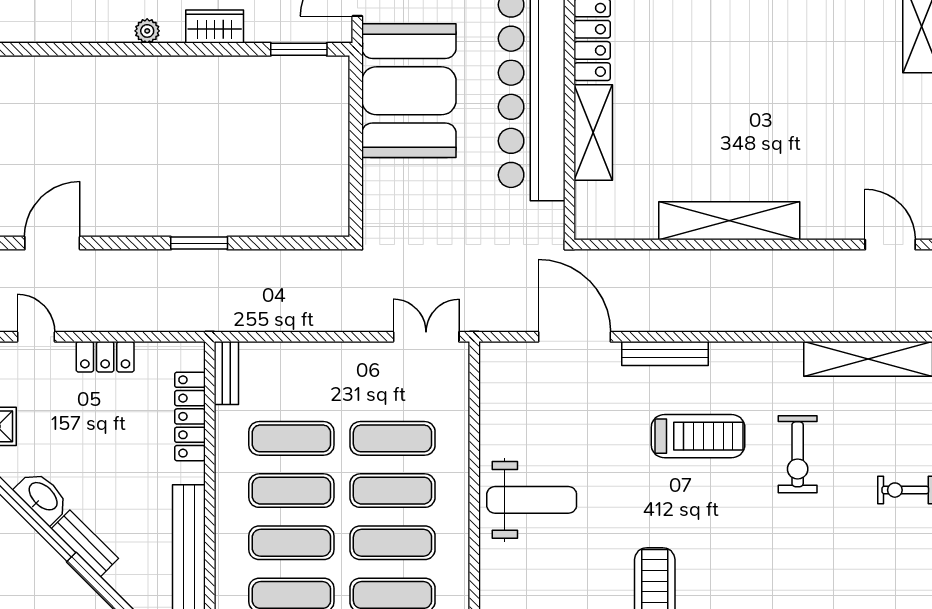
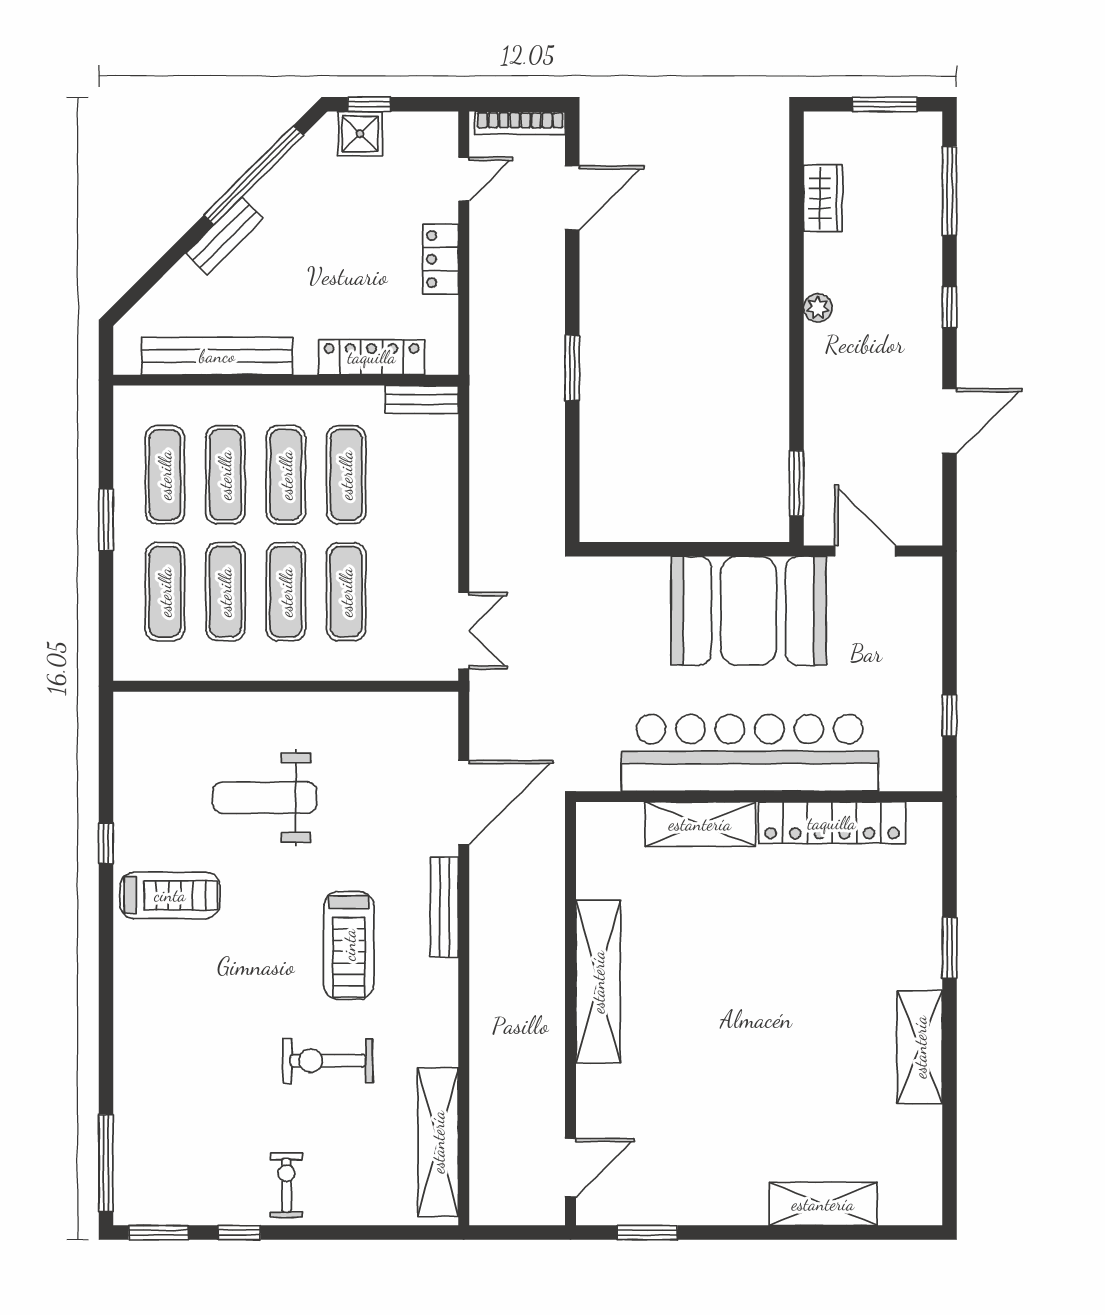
wardrobe: (215, 26) -> (823, 198), moved
door: (52, 243) -> (572, 198), hinge flipped
washbasin: (42, 497) -> (278, 187), removed
weight bench: (532, 500) -> (265, 798), moved, turned 90

